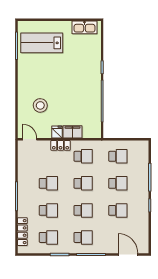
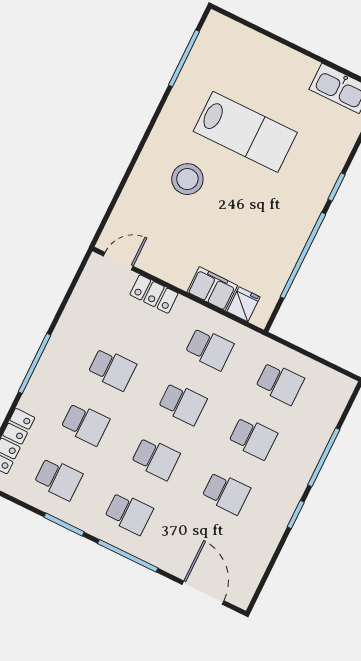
lab bench: (42, 43) -> (245, 132), moved, turned 180
stool: (40, 105) -> (187, 179), moved
fridge: (57, 132) -> (244, 304), moved
door: (30, 139) -> (118, 261), hinge flipped
locker: (61, 145) -> (154, 294), moved

